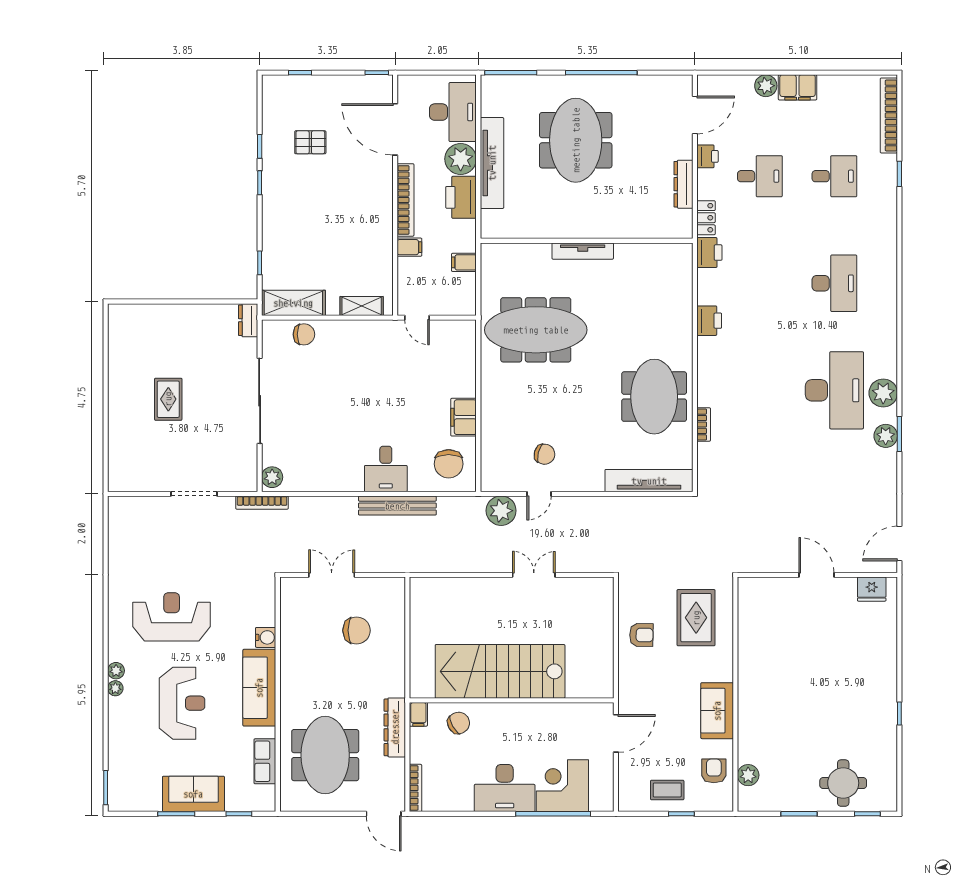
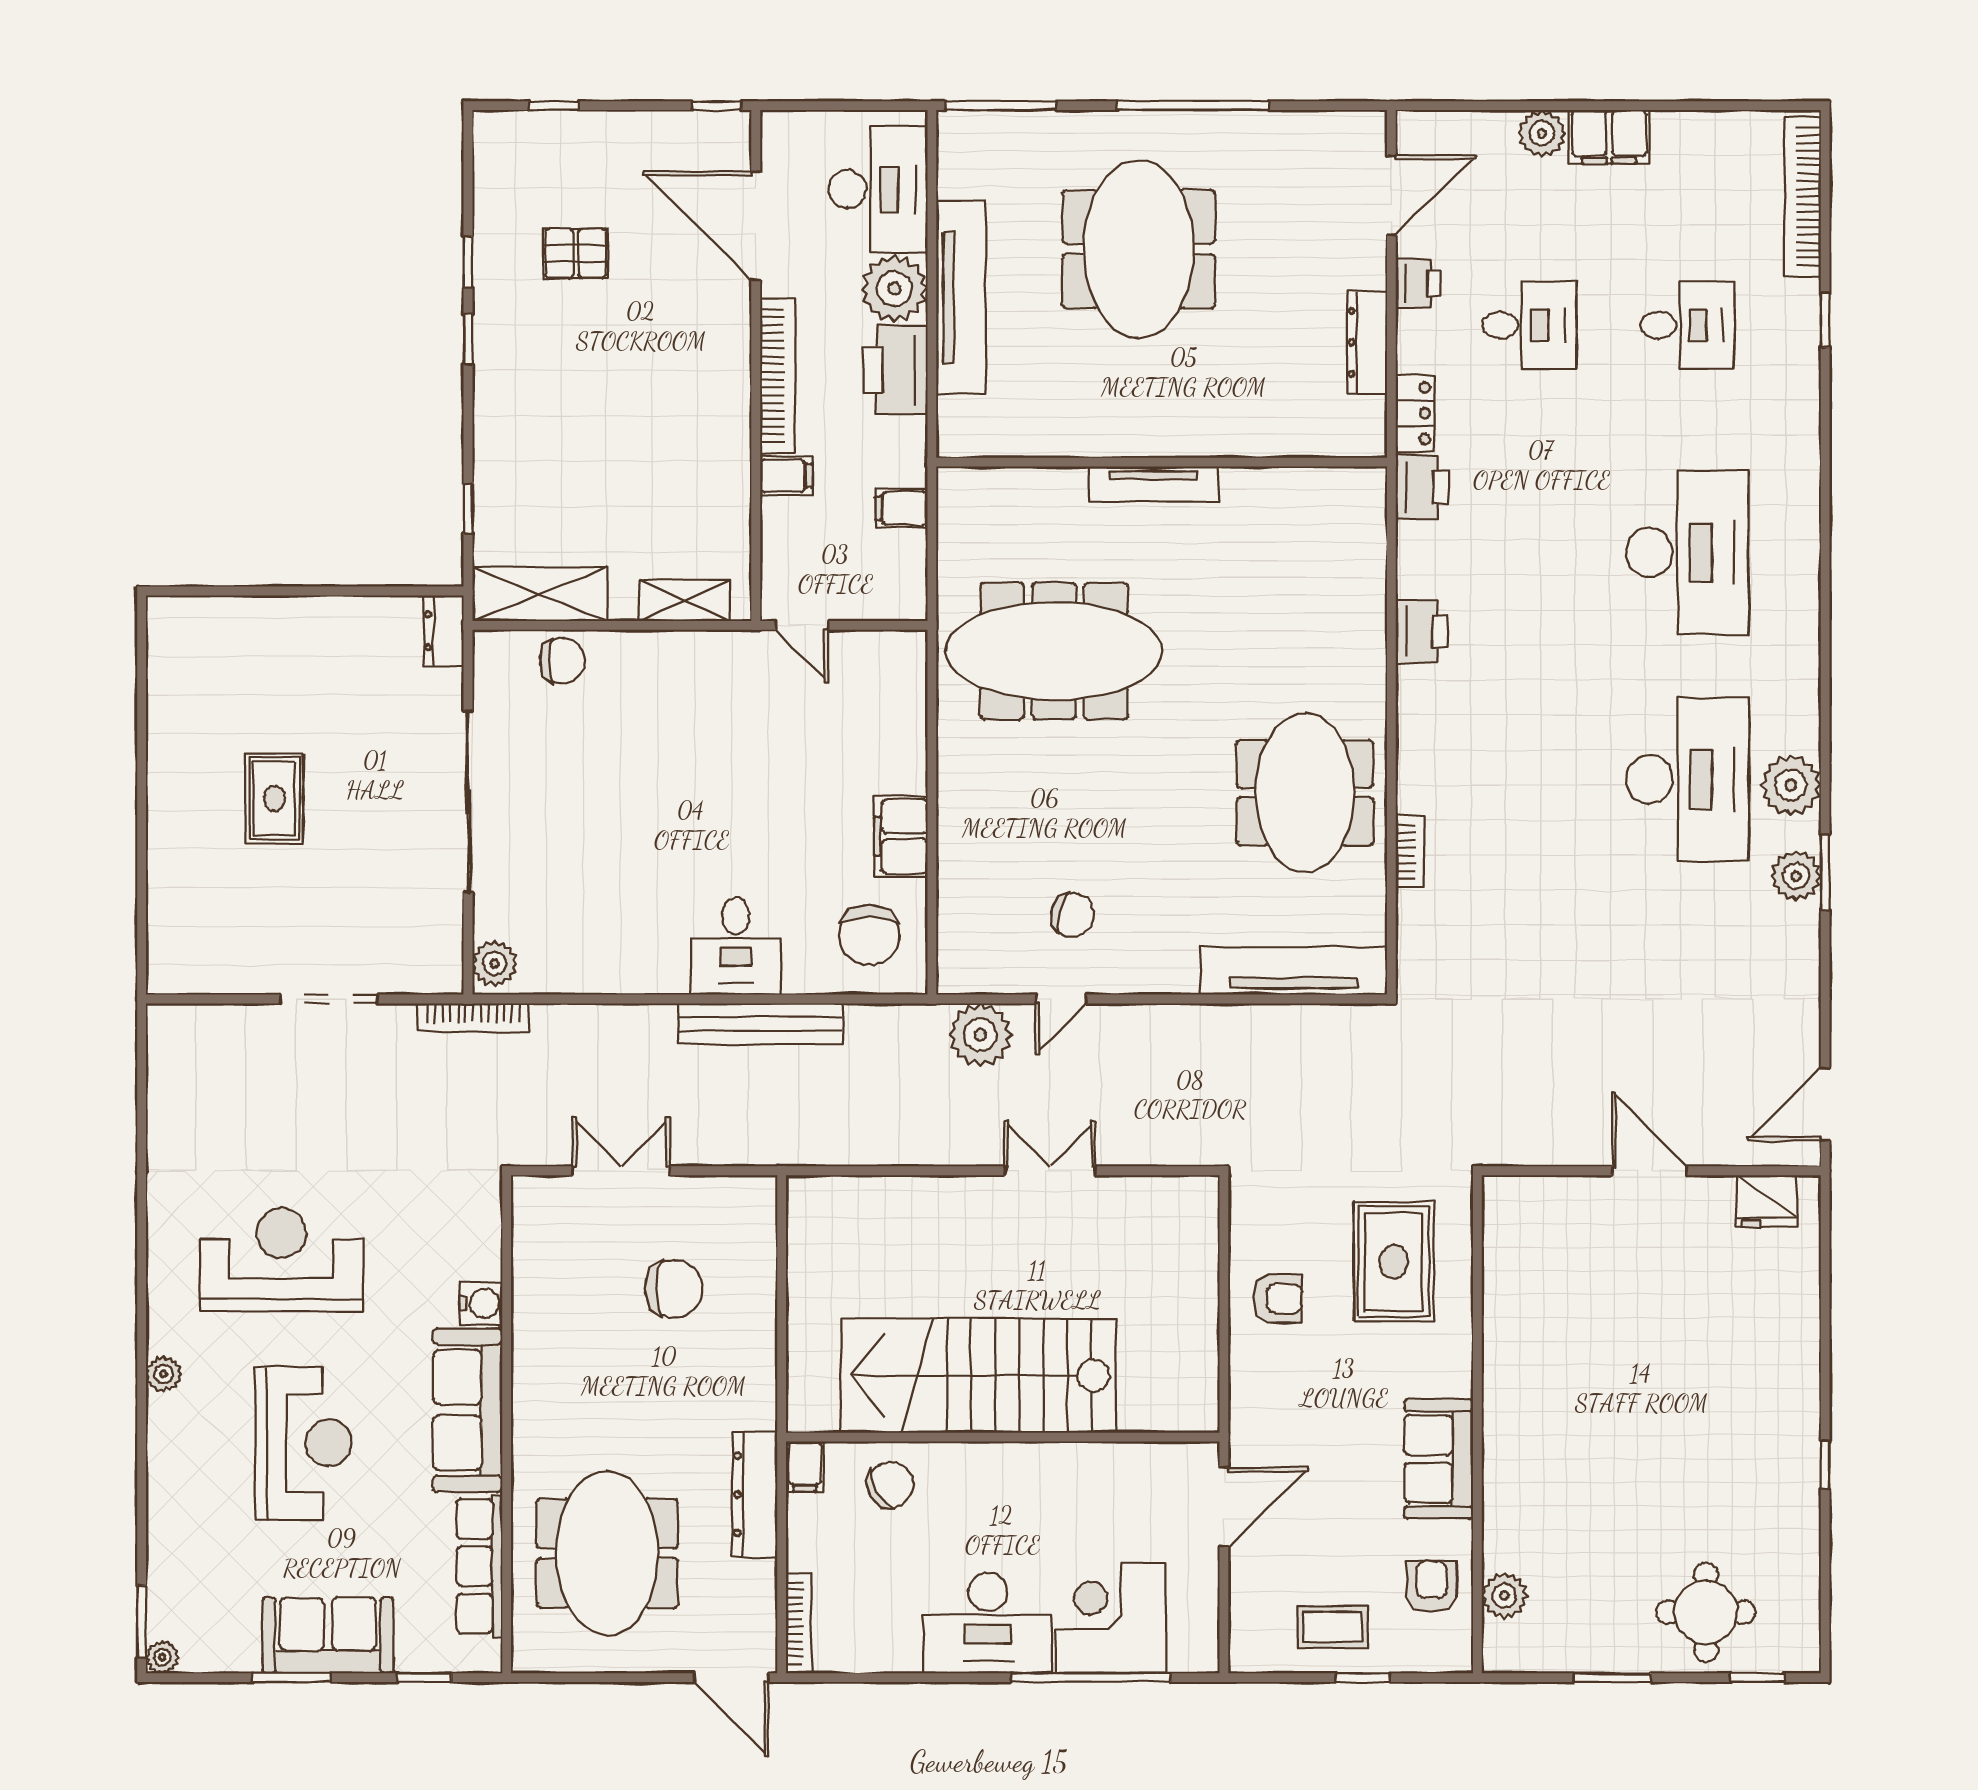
desk: (834, 283) -> (1687, 552), width x1.36, depth x1.30
plant: (115, 688) -> (162, 1657), moved
row of seats: (265, 761) -> (479, 1566), width x1.48

